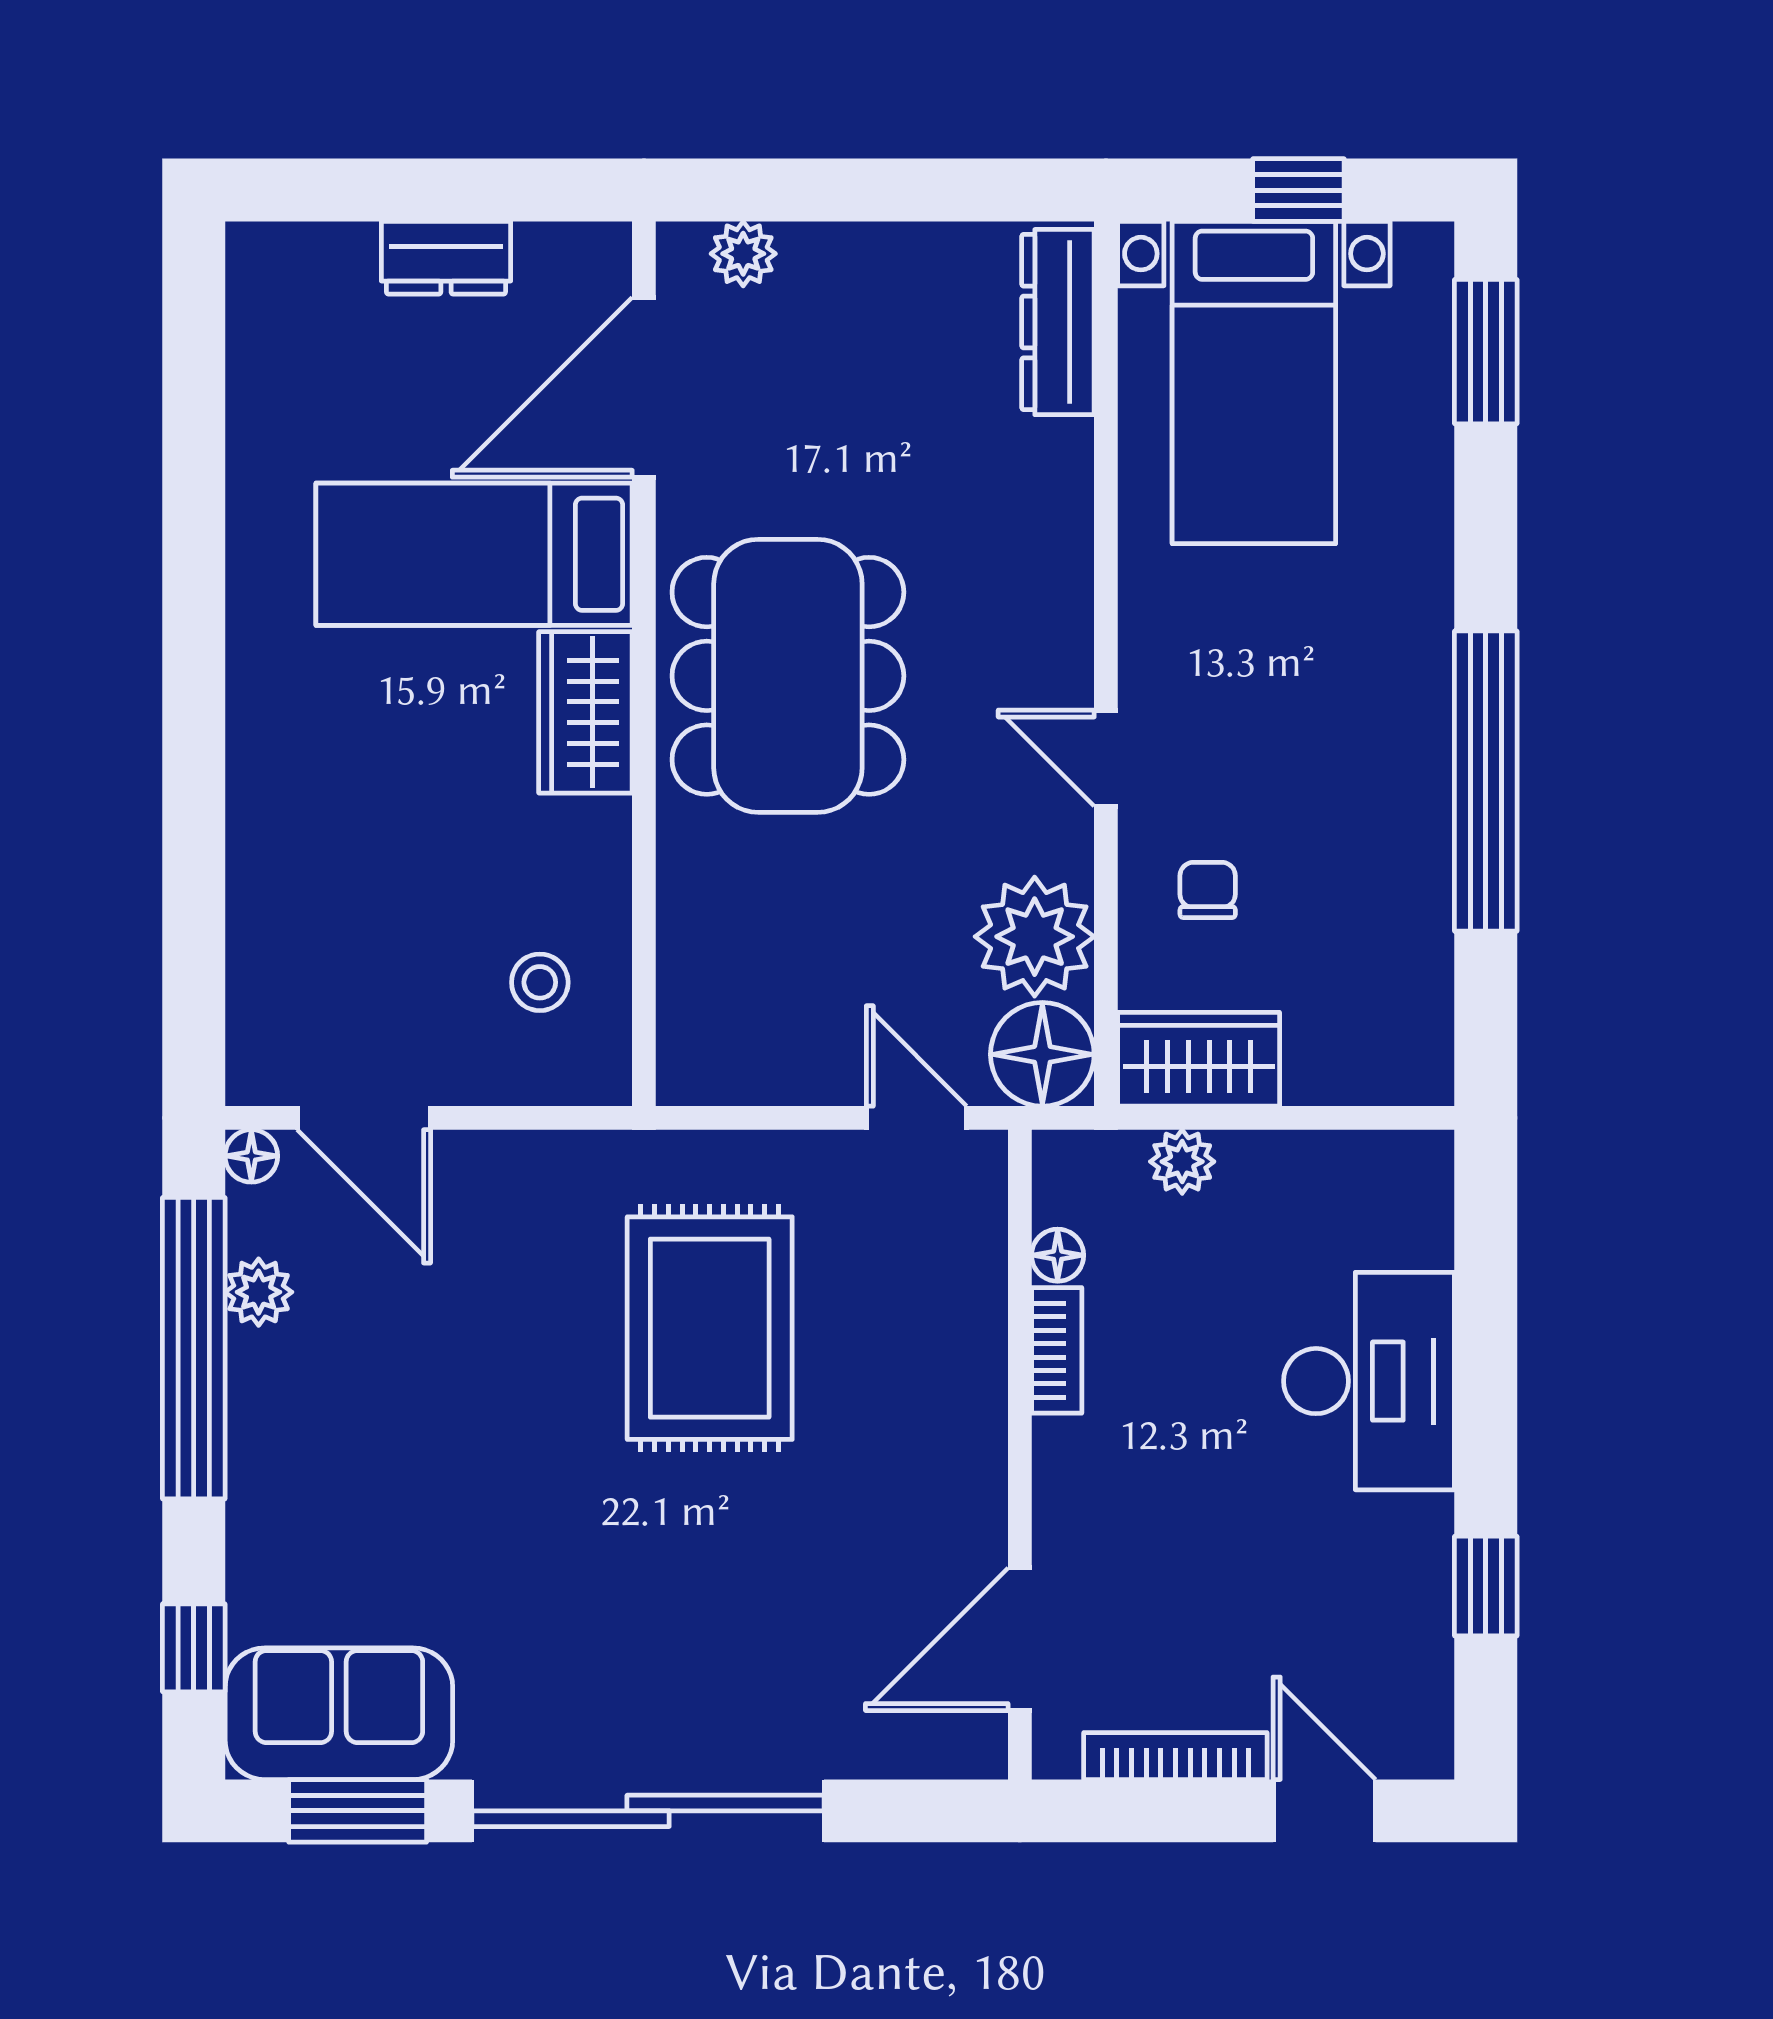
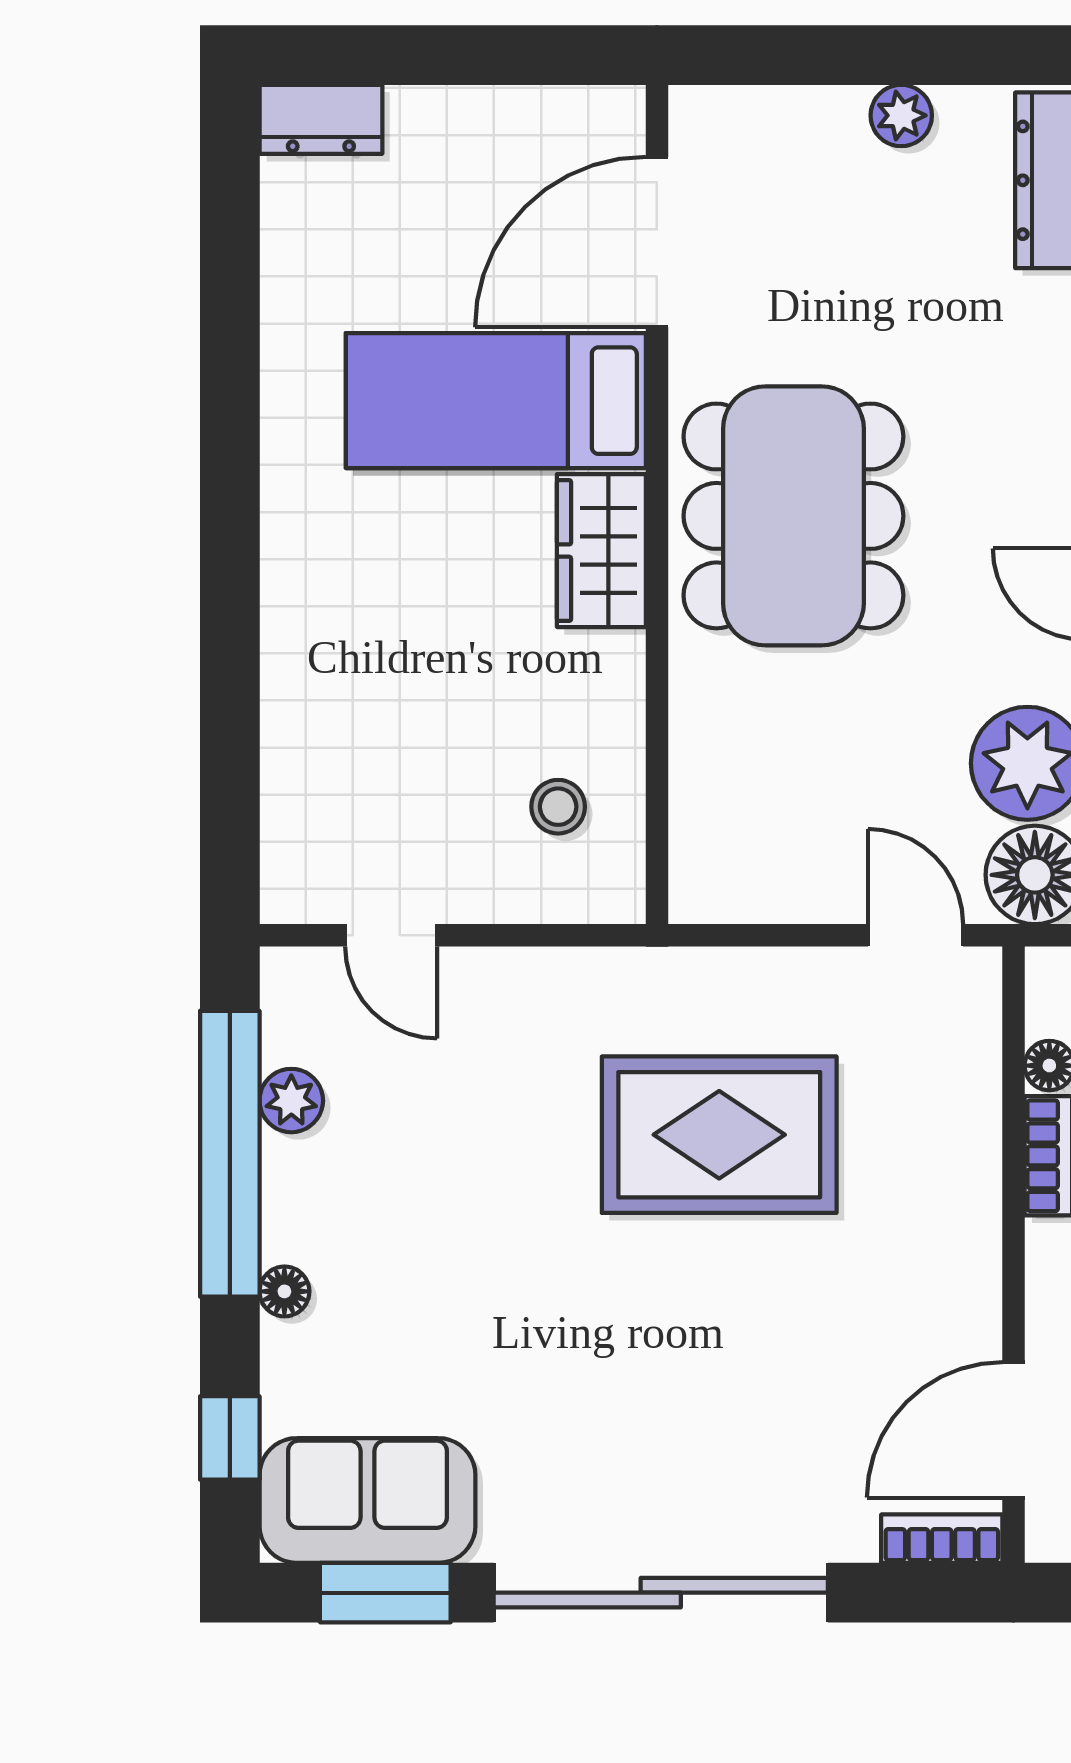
plant: (743, 254) -> (901, 115), moved
dresser: (446, 258) -> (321, 119), moved
door: (364, 1118) -> (391, 935), width x0.73
floor lamp: (251, 1156) -> (284, 1291), moved
rug: (710, 1328) -> (719, 1135), turned 90
bookcase: (944, 1754) -> (942, 1539), added

